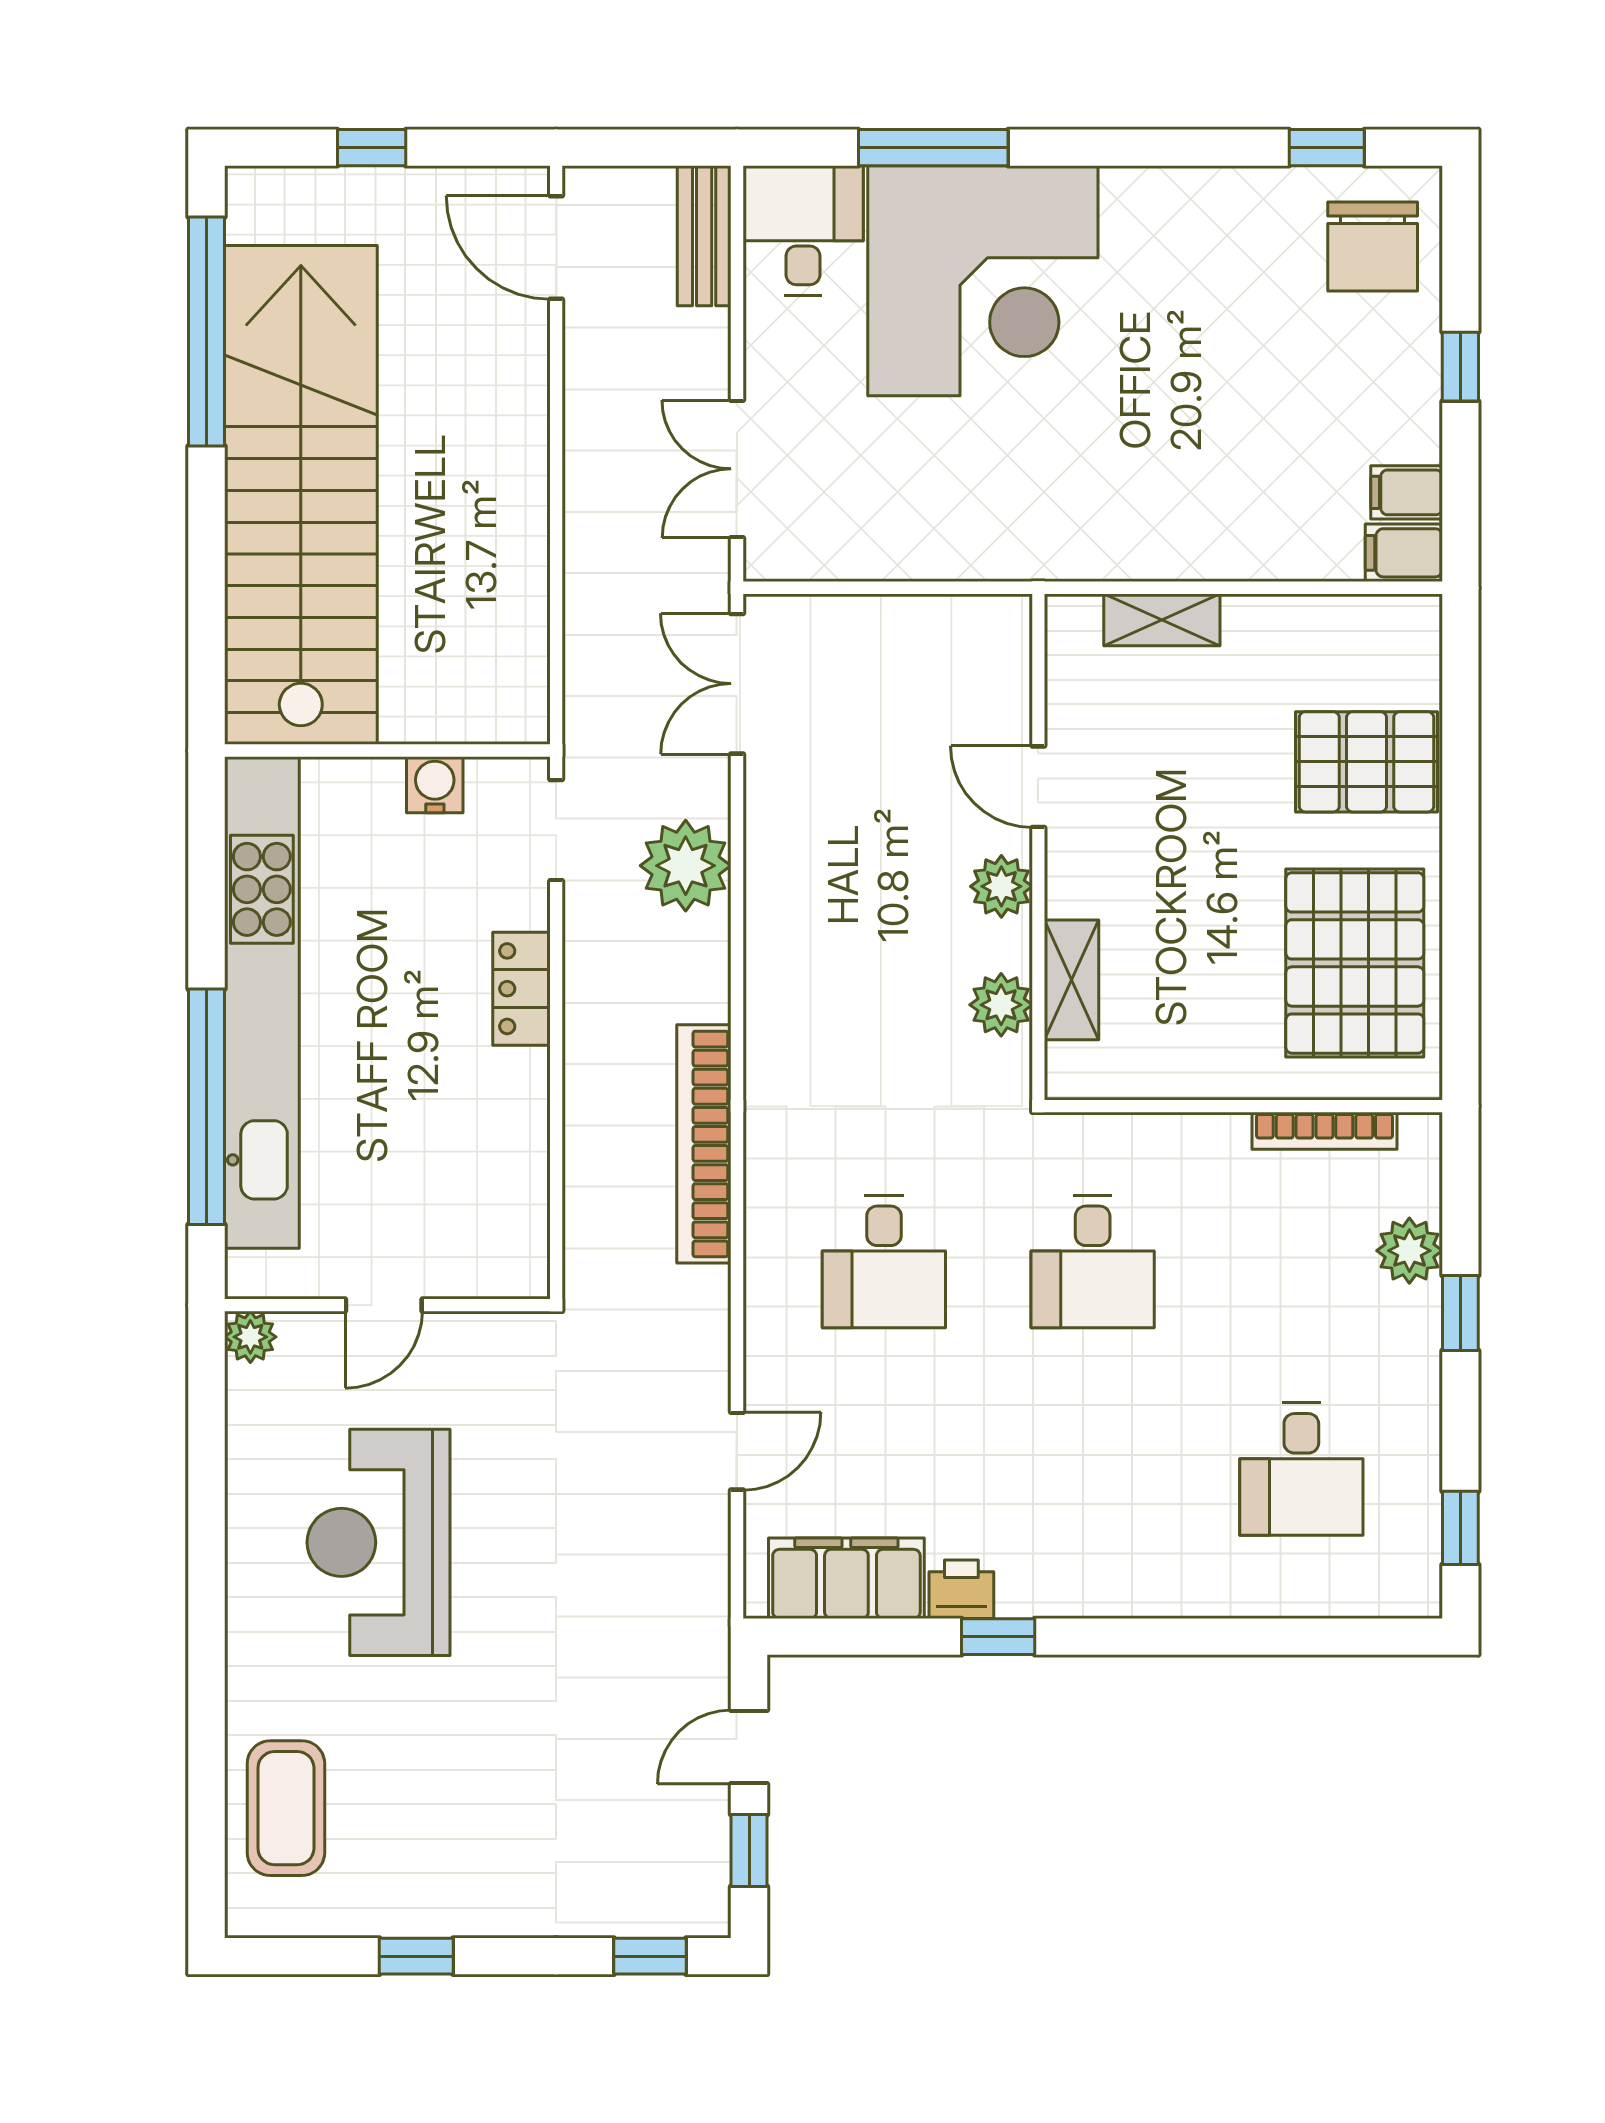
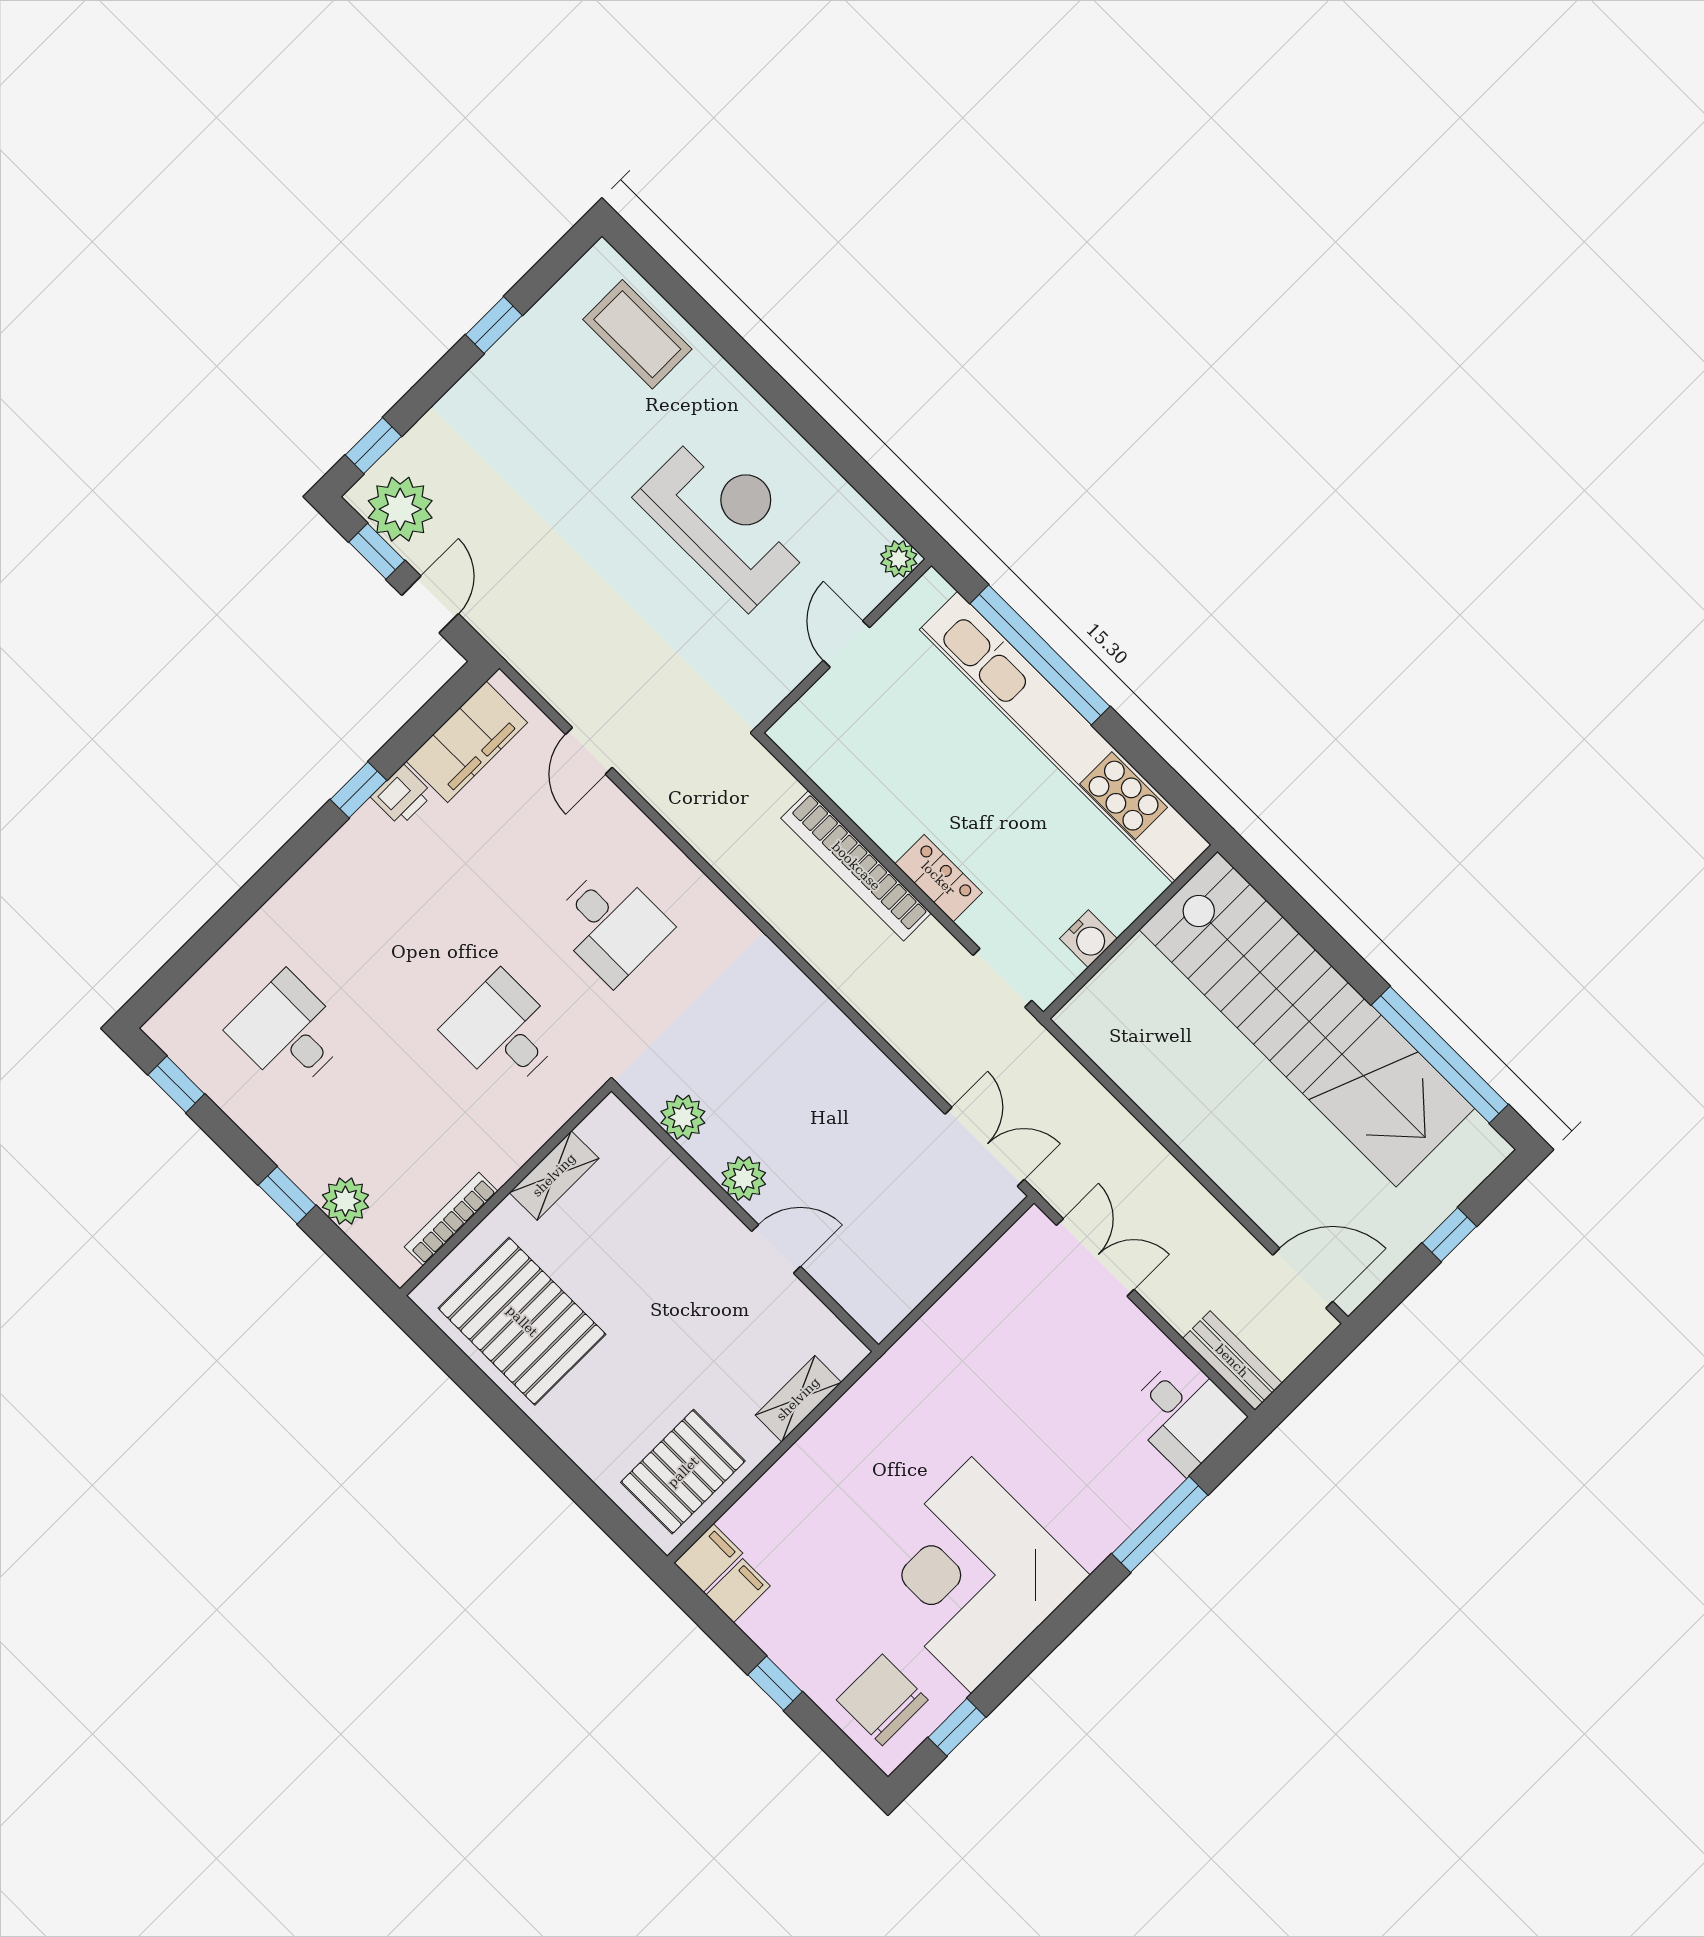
corner desk: (983, 281) -> (972, 1575), moved
pallet: (1366, 762) -> (683, 1472), moved
plant: (686, 866) -> (400, 509), moved
shelving: (1071, 980) -> (554, 1175), moved, turned 90
bookcase: (704, 1144) -> (856, 866), moved, turned 180
desk: (884, 1262) -> (611, 924), turned 180

